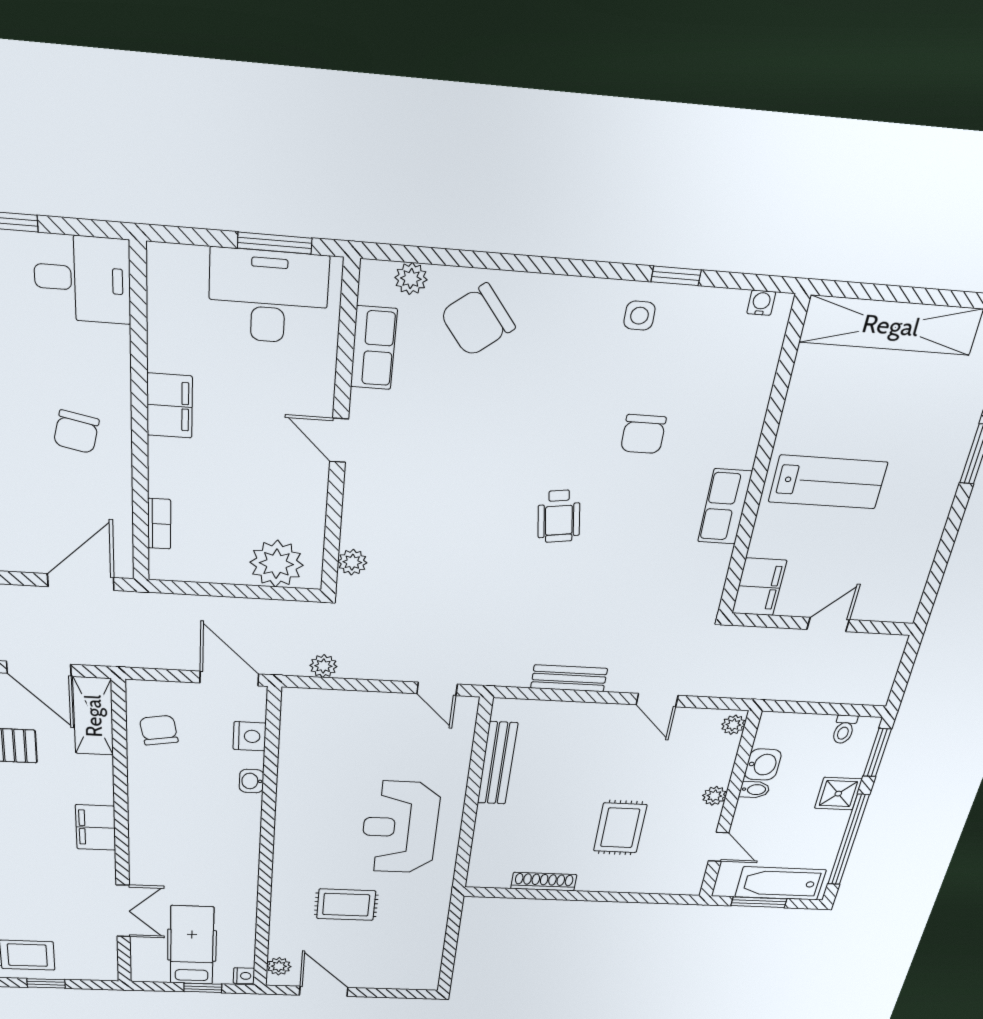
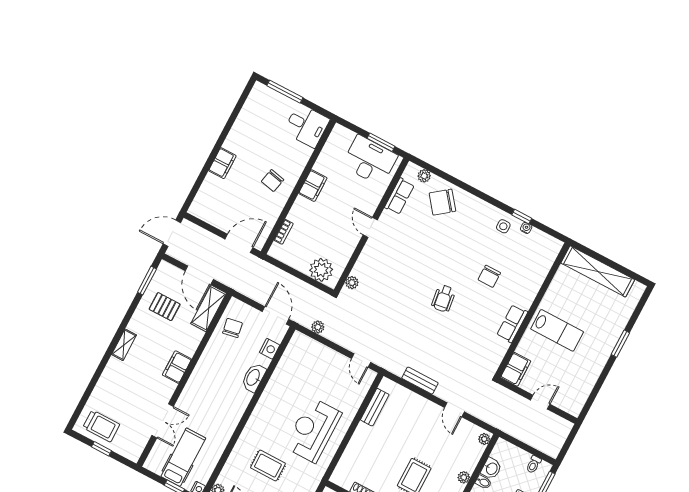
water cooler: (761, 303) -> (526, 228), moved
bench: (497, 763) -> (375, 407), width x0.73
washbasin: (252, 781) -> (253, 378), width x1.91, depth x1.45

